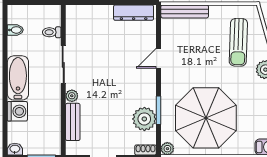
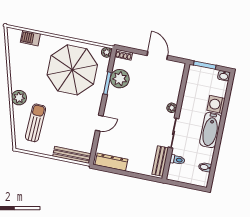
bench: (73, 122) -> (160, 161), moved

